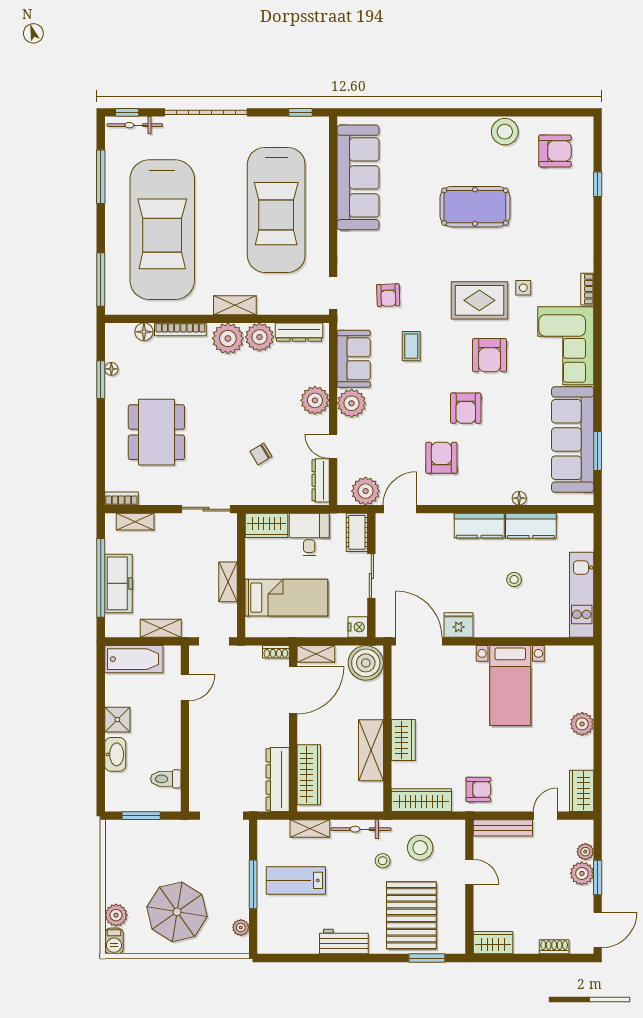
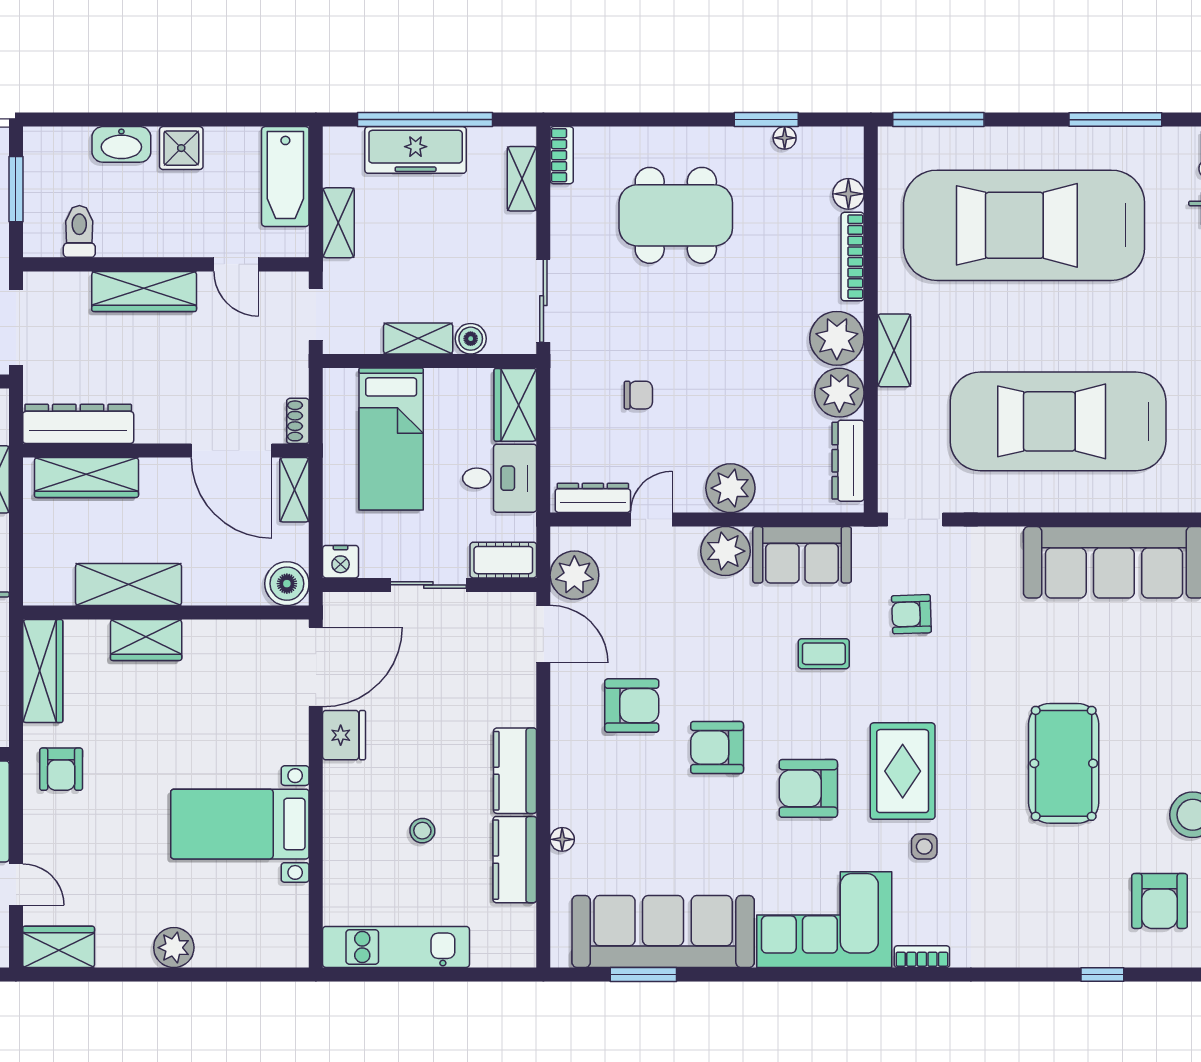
chair: (261, 454) -> (638, 395), turned 121
boiler: (228, 551) -> (471, 339), added
boiler: (366, 663) -> (287, 584), width x0.73, depth x0.73
wardrobe: (201, 741) -> (144, 291), added

